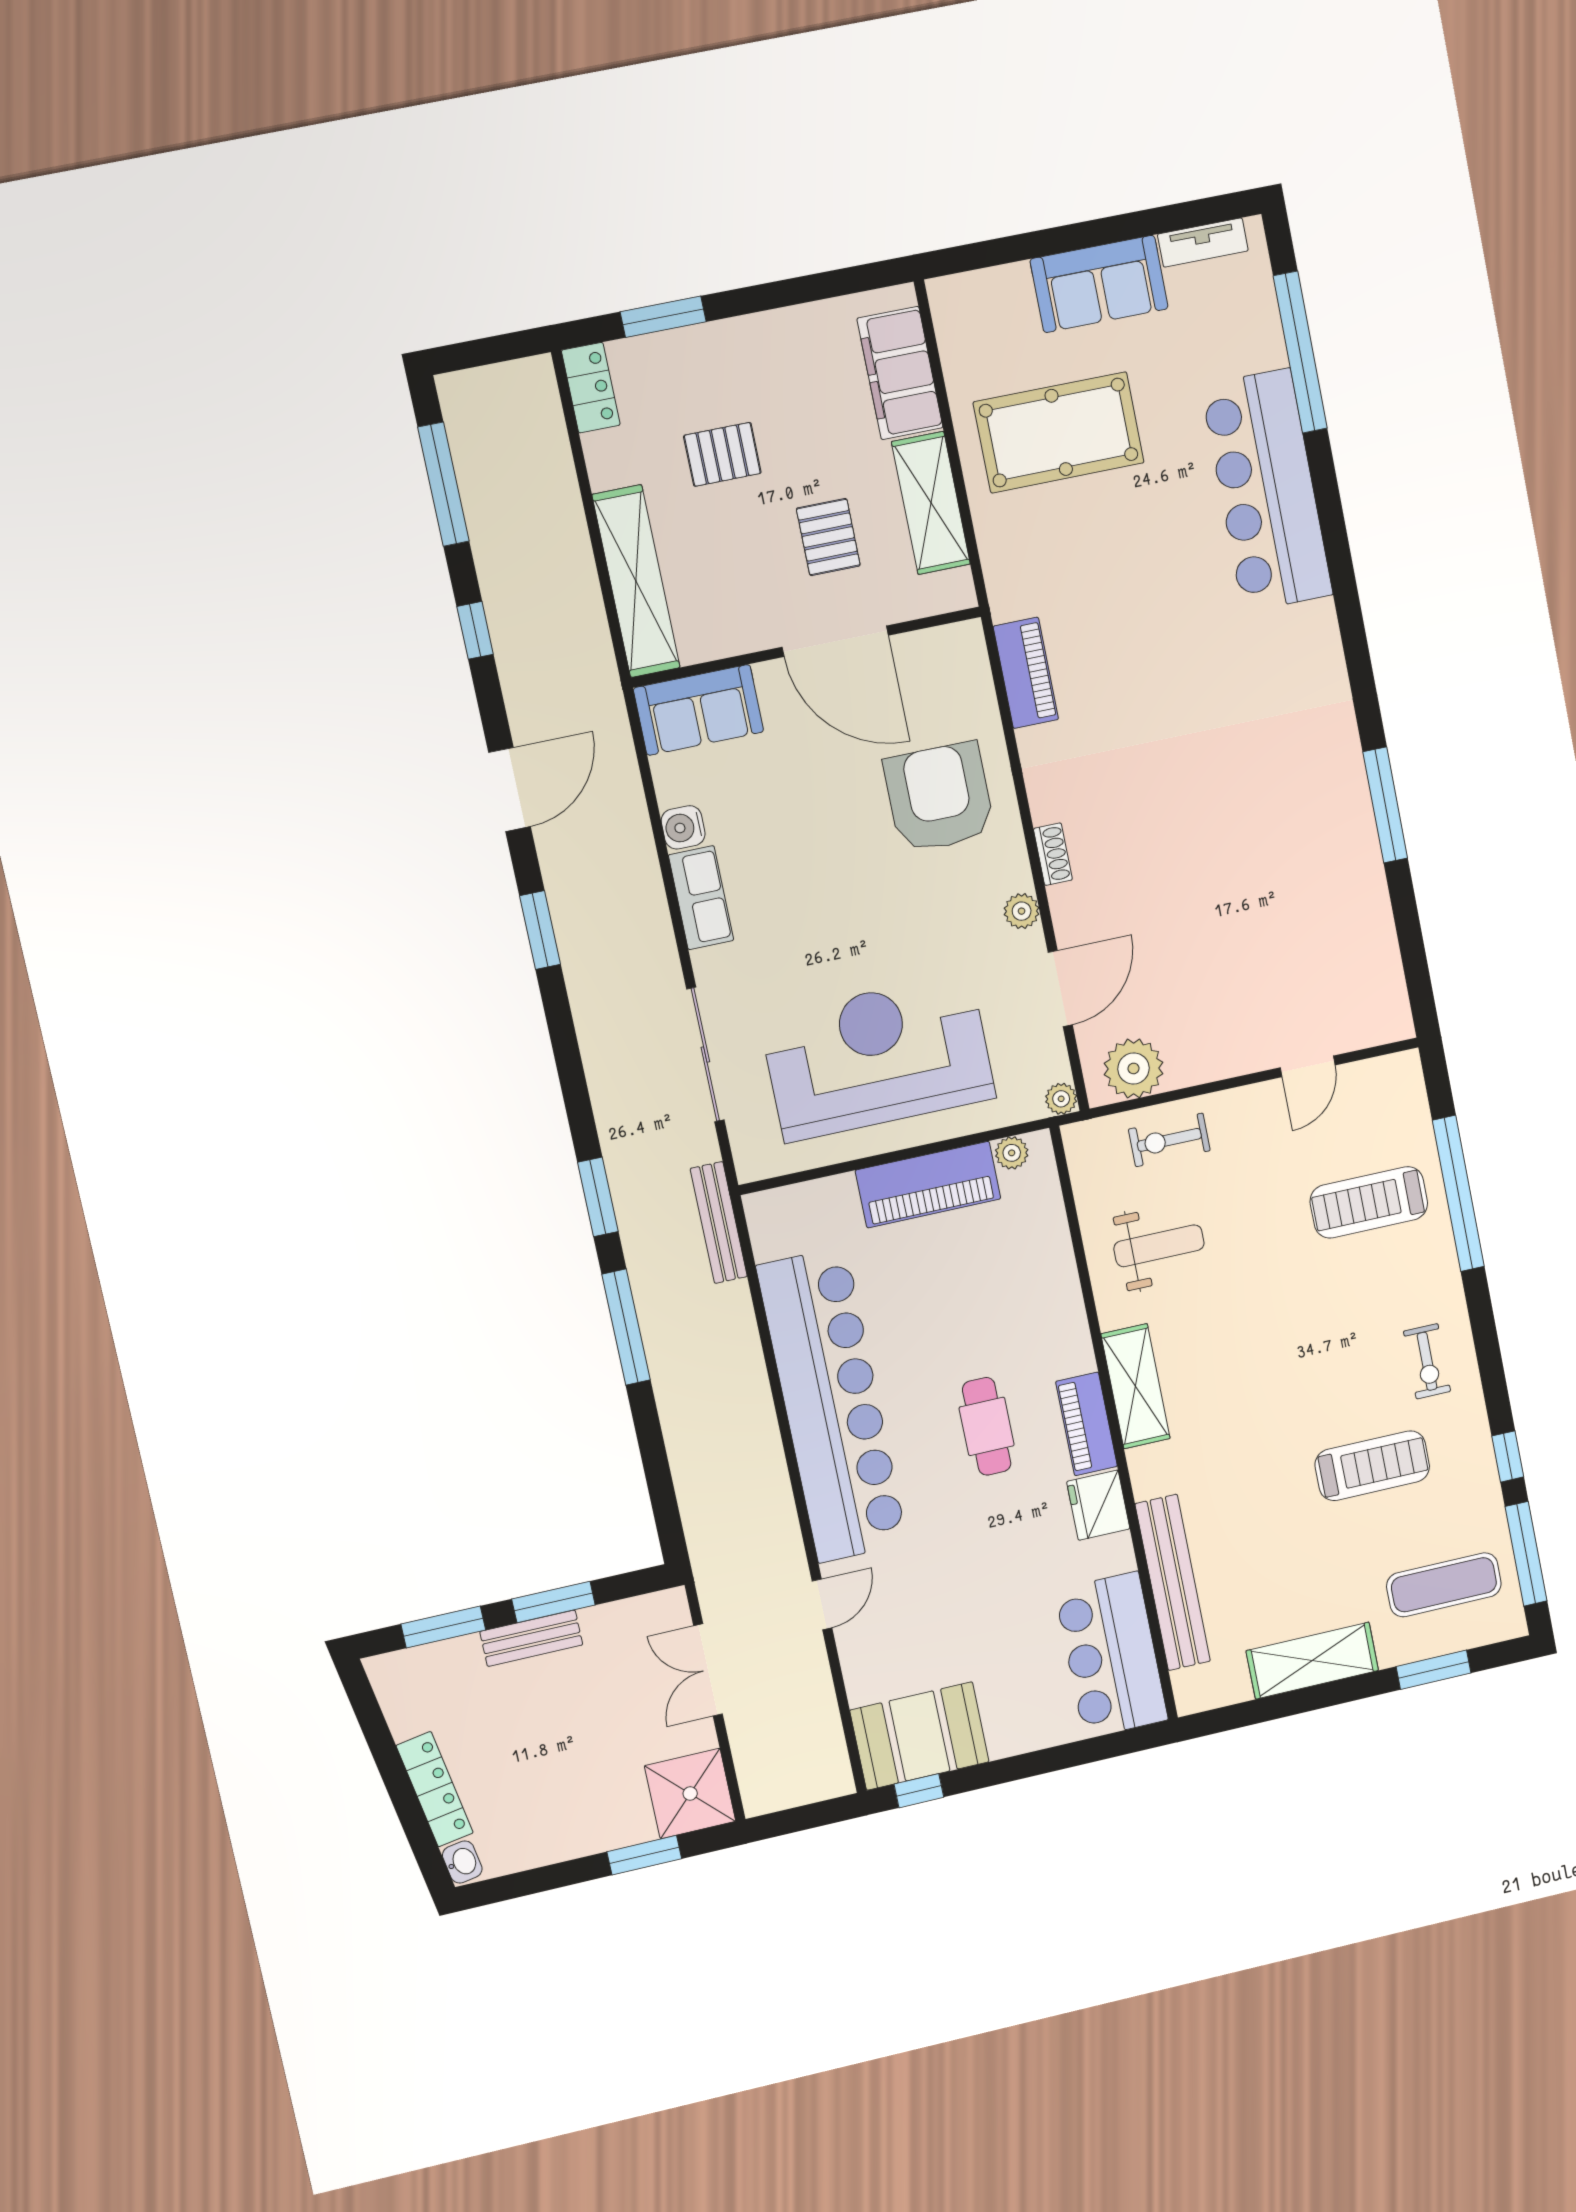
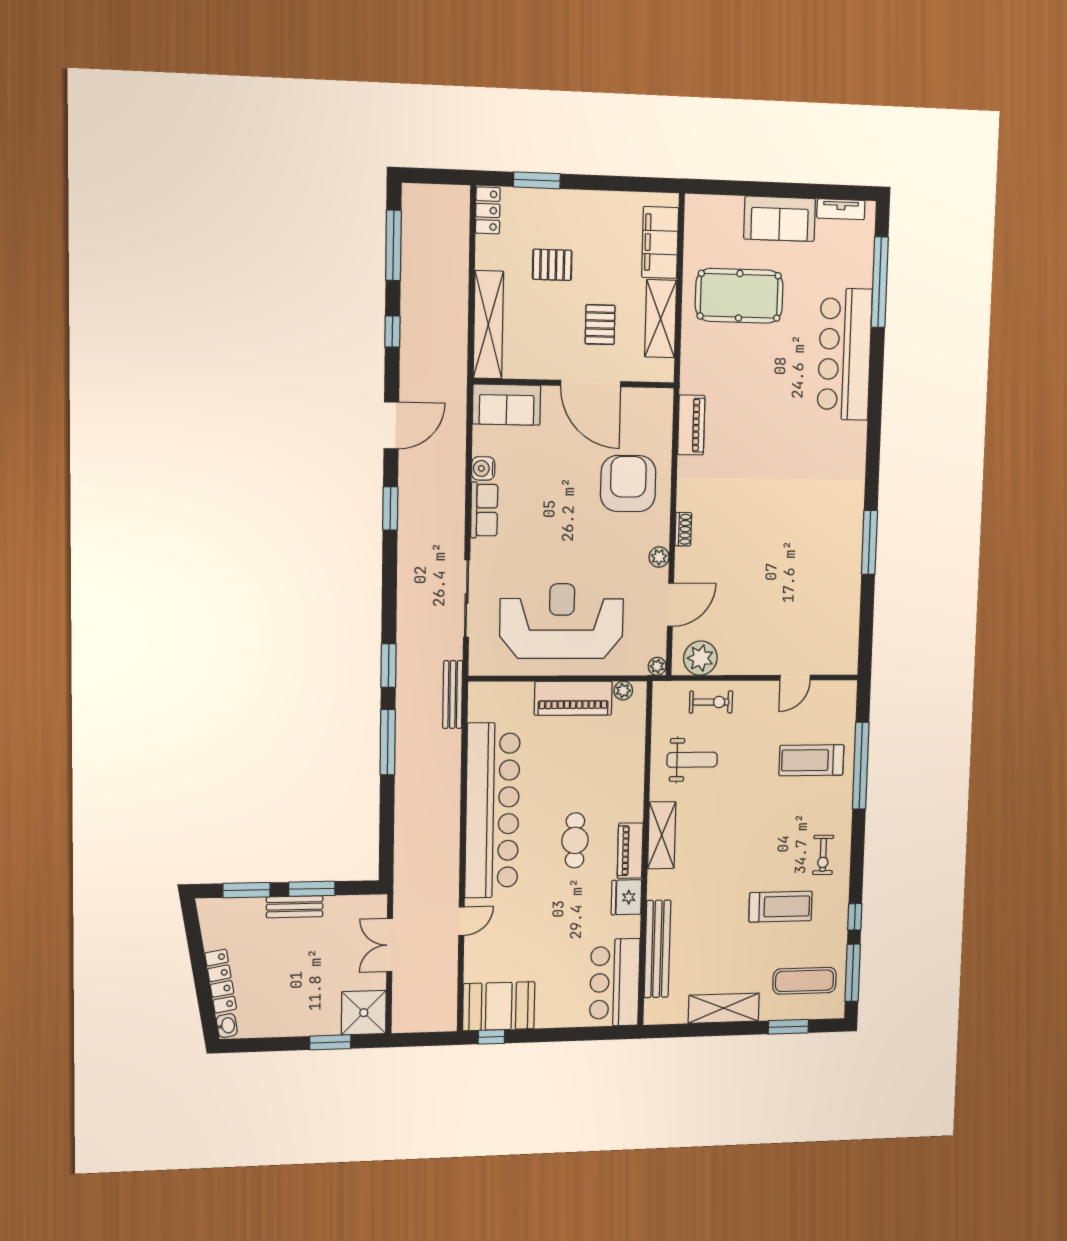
exercise bike: (1169, 1140) -> (711, 702), turned 180

